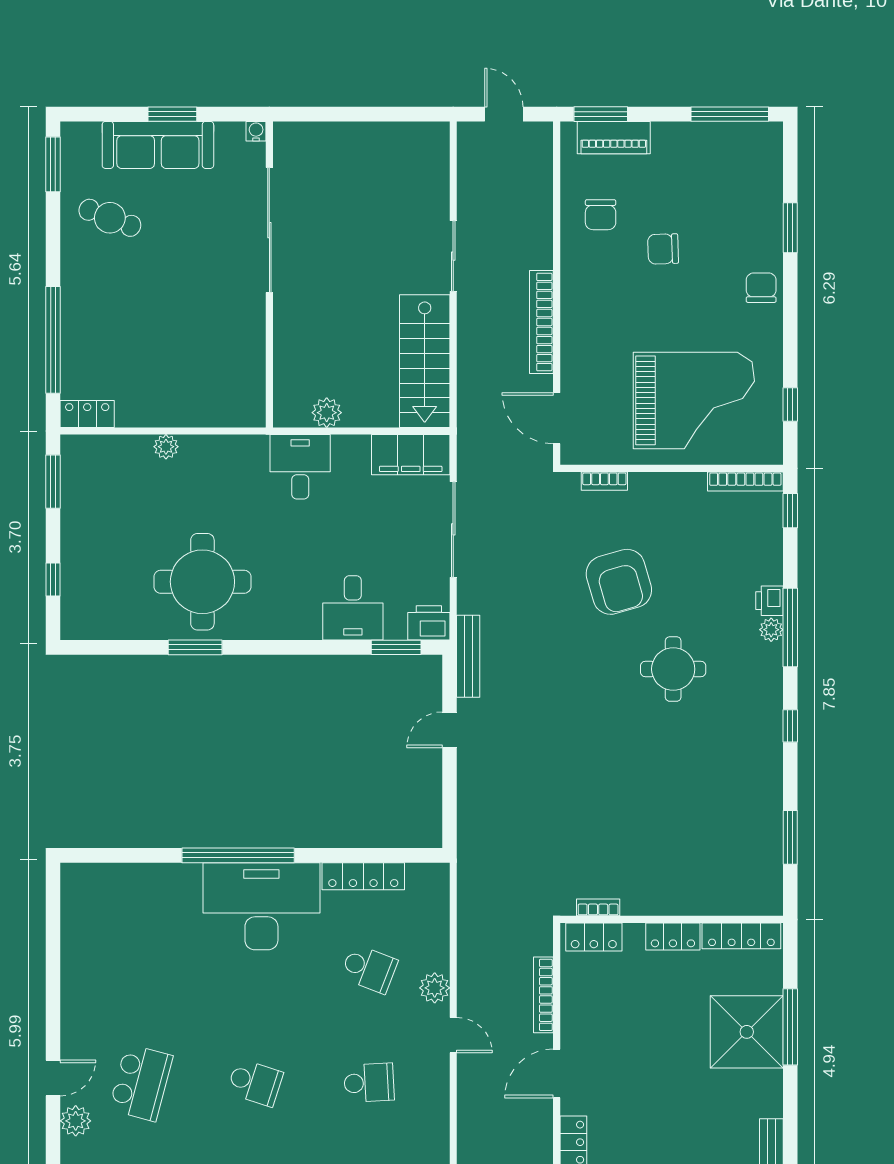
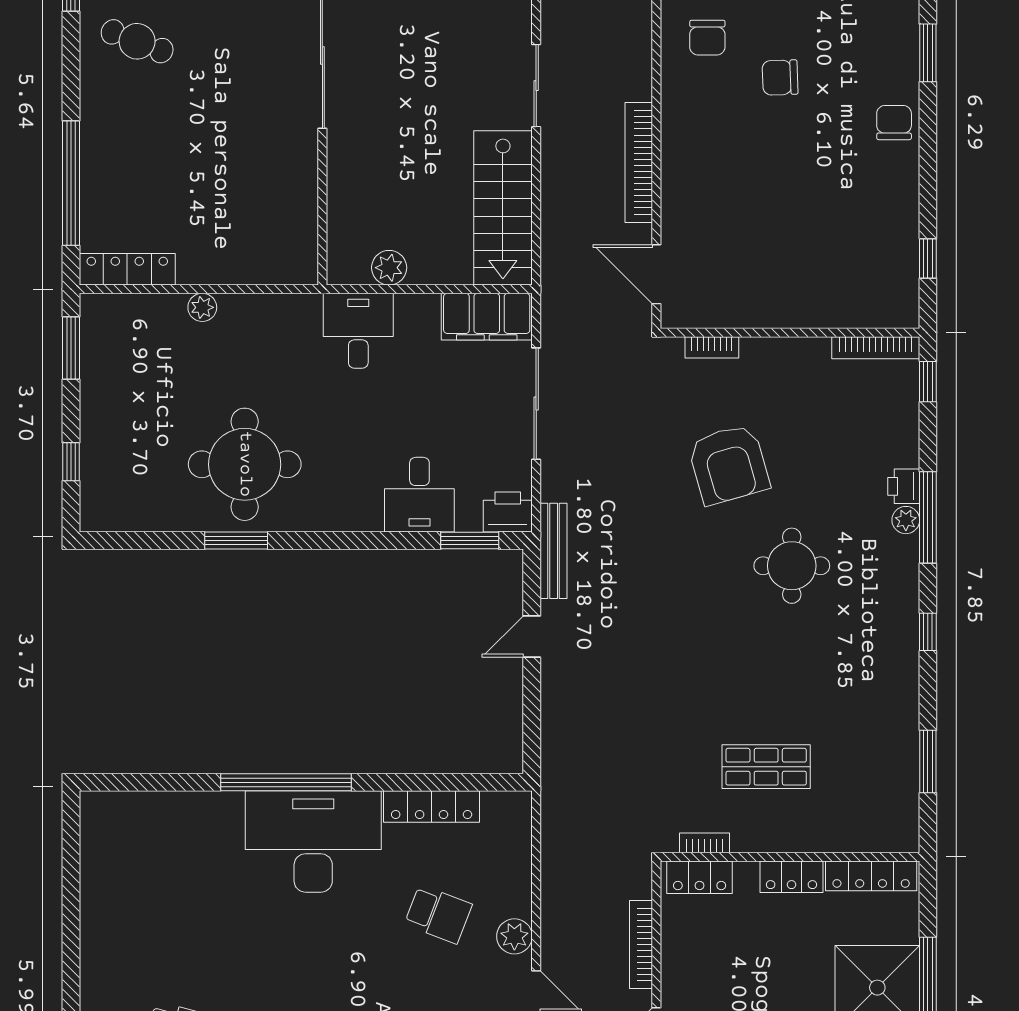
grand piano: (694, 400) -> (816, 254), removed
locker: (87, 414) -> (127, 269), width x1.53
shop shelf: (651, 842) -> (766, 767), added

